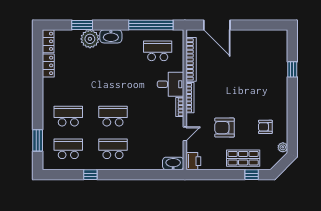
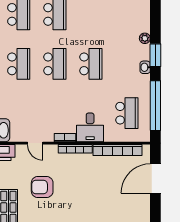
window: (82, 25) -> (155, 55), moved
washbasin: (111, 36) -> (145, 67), width x0.52, depth x0.69
plant: (90, 39) -> (145, 38), width x0.53, depth x0.53
school desk: (113, 83) -> (91, 64), added
armchair: (225, 128) -> (42, 187), turned -90

